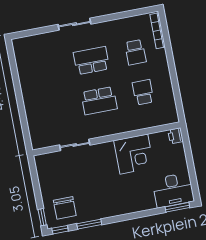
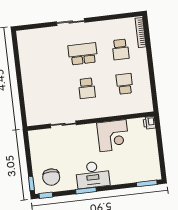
school desk: (99, 101) -> (87, 88), width x0.54
desk: (173, 190) -> (93, 175), moved
window: (89, 224) -> (86, 191), moved

